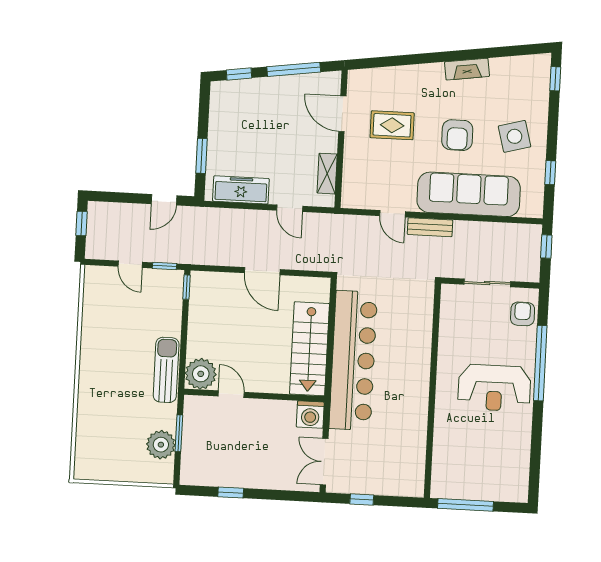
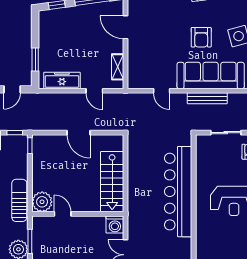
rug: (392, 125) -> (158, 33), removed
bench: (430, 227) -> (207, 98), moved, width x1.36
bar counter: (353, 360) -> (178, 192), moved, turned 180

